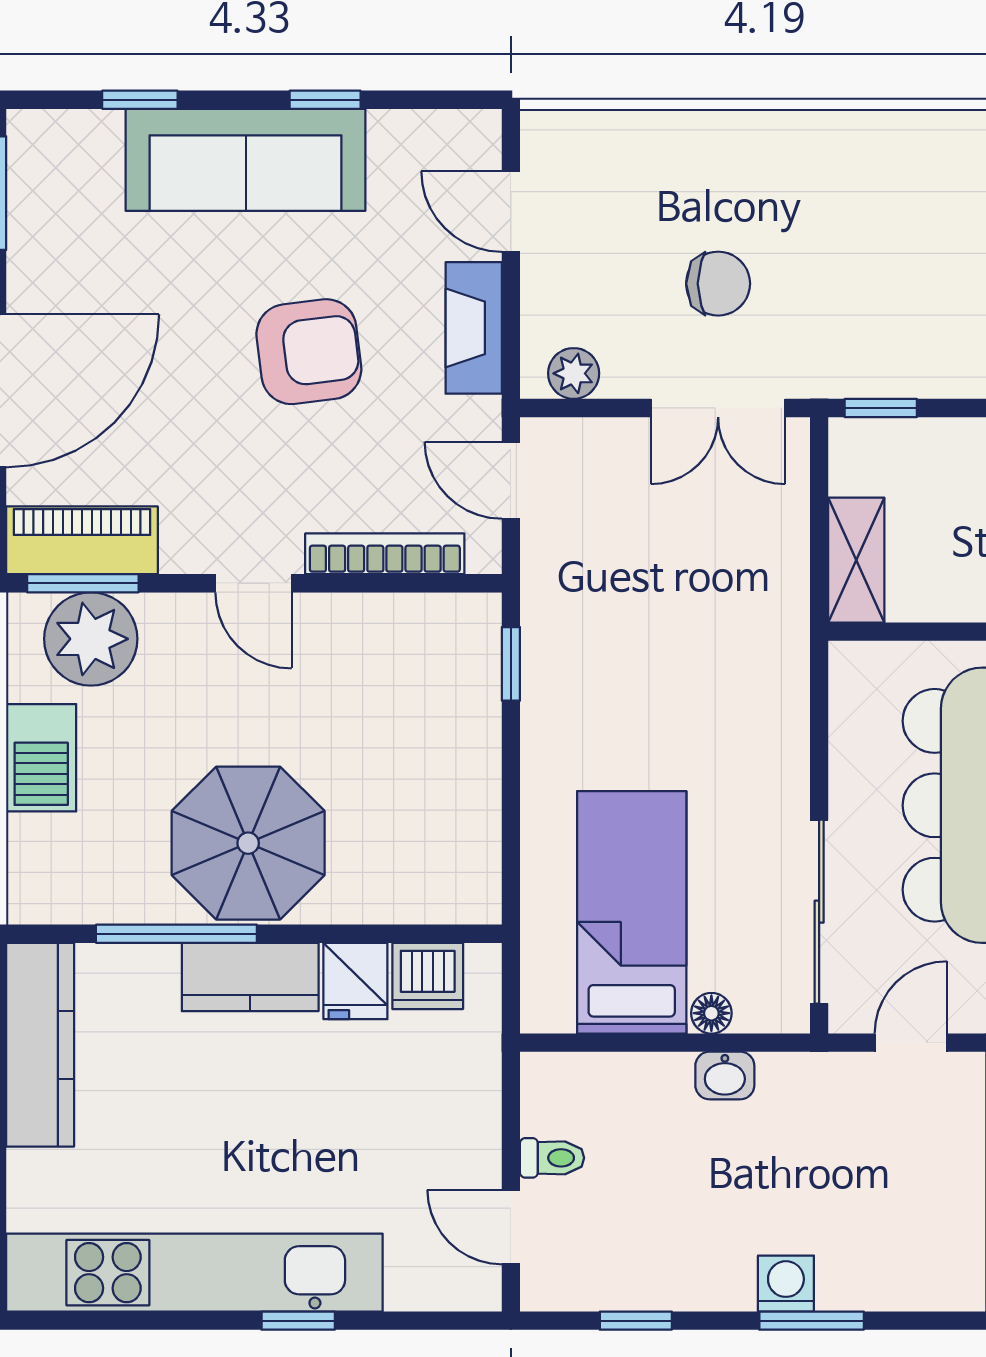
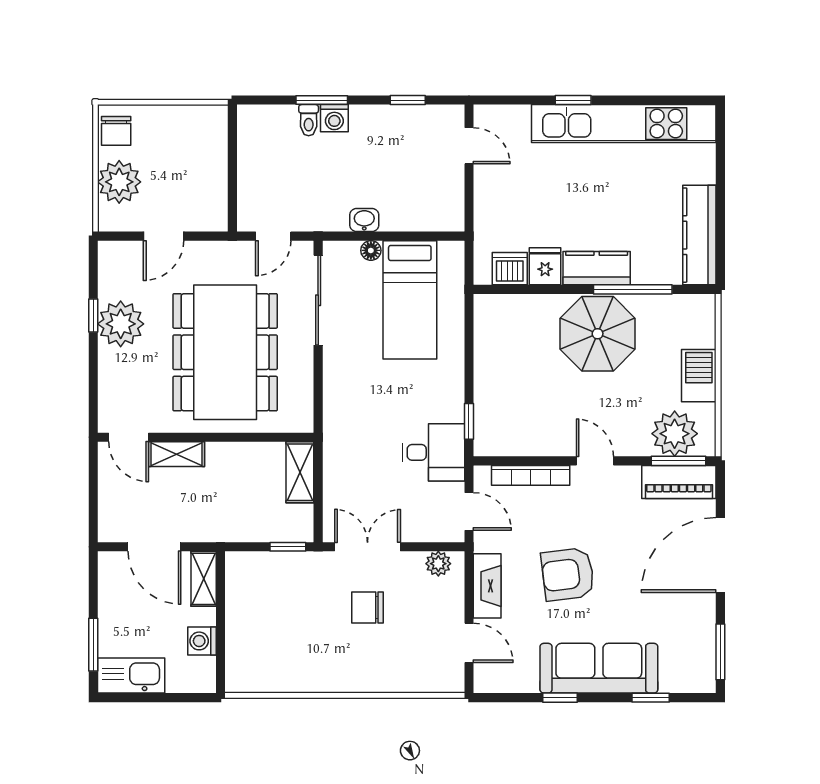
desk: (583, 601) -> (434, 452), added
toilet: (552, 1158) -> (309, 120), moved, turned -90

